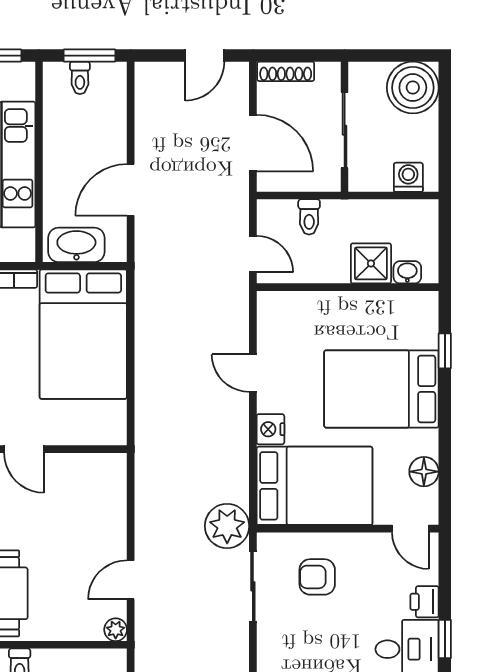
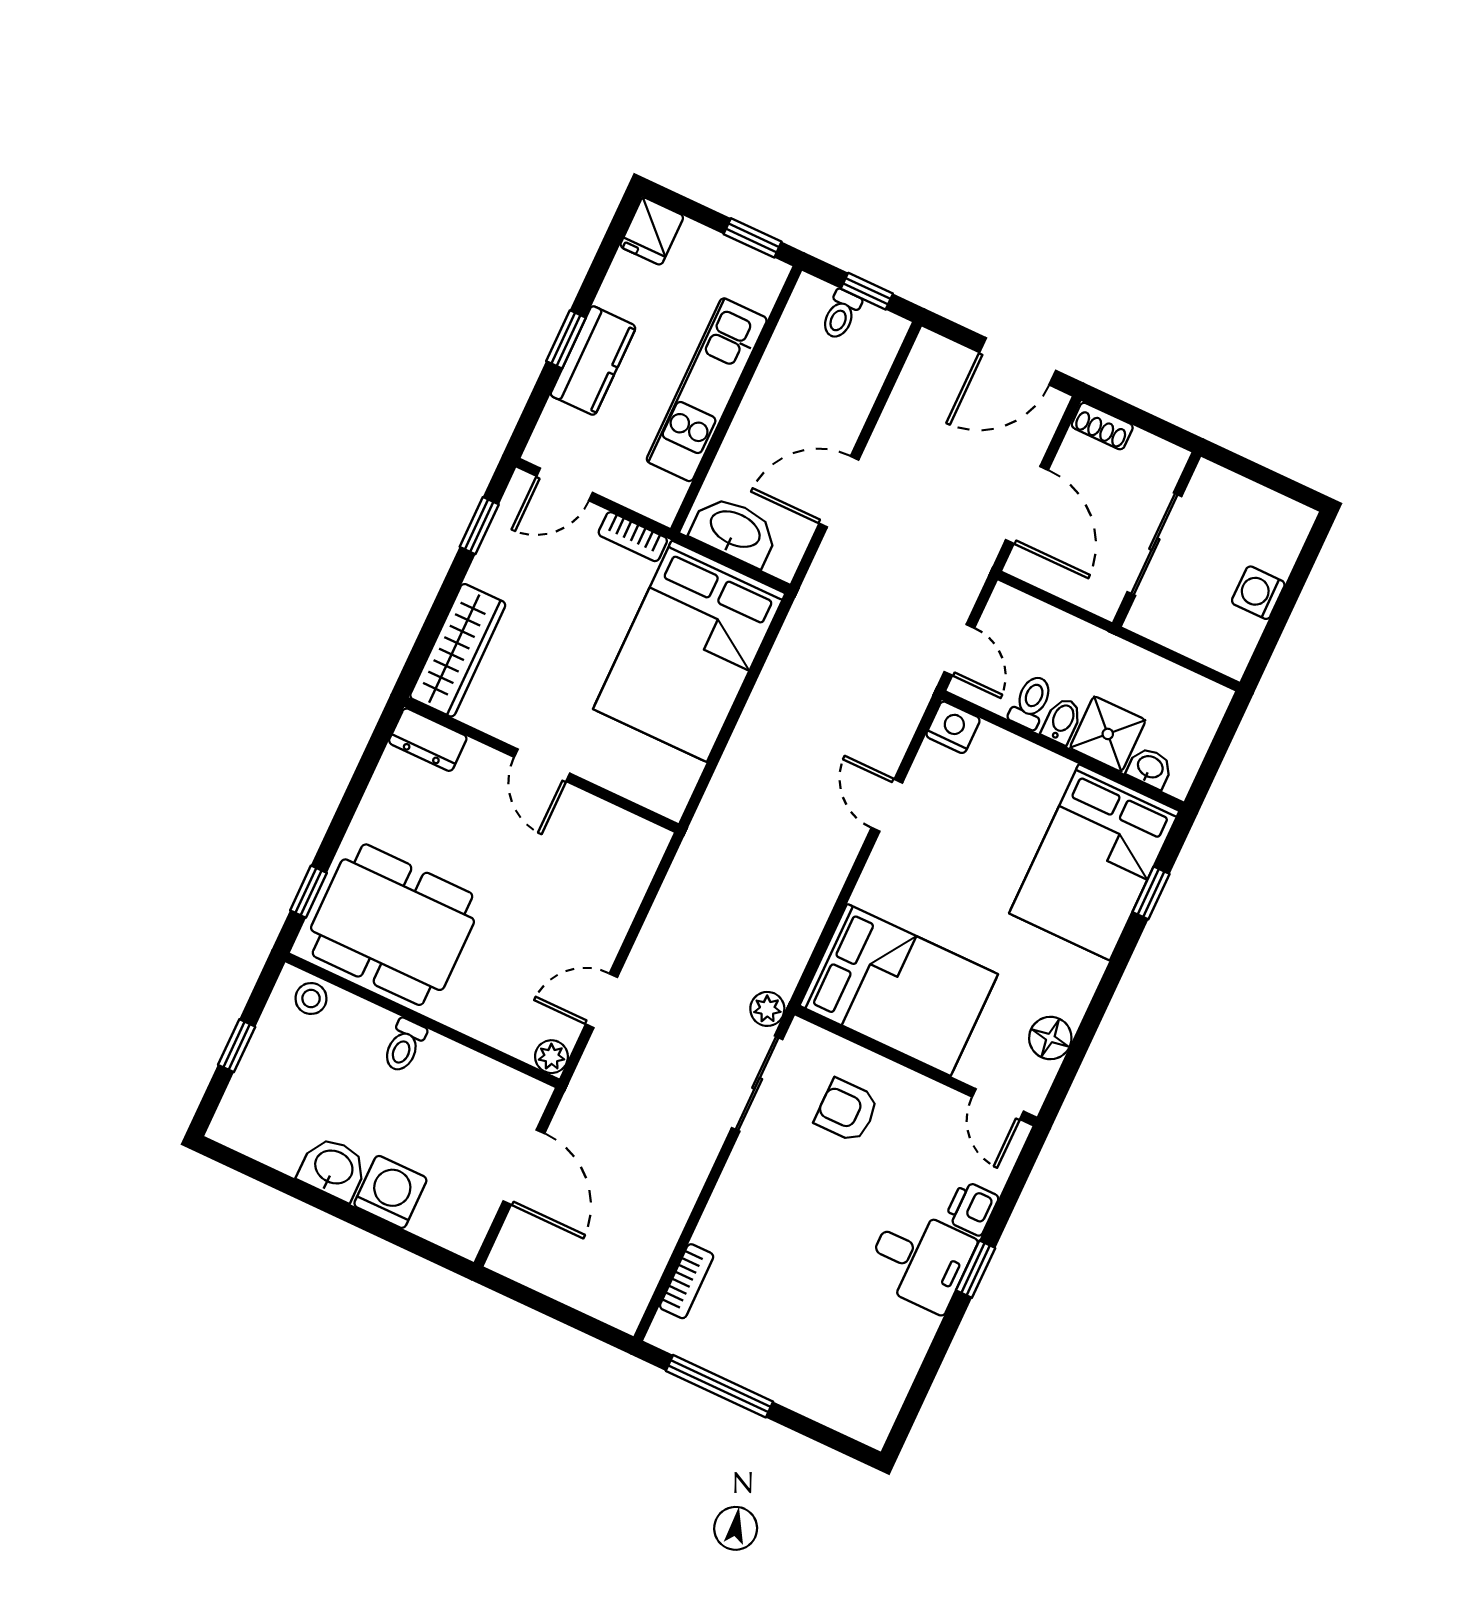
window: (89, 56) -> (867, 291), width x0.67
door: (205, 56) -> (1018, 361), width x1.38
shoe rack: (286, 71) -> (1102, 426), width x0.70
boiler: (413, 88) -> (1269, 530), removed
washing machine: (408, 177) -> (1258, 593), moved, turned -90
toilet: (309, 217) -> (1031, 702), moved, turned 180
bidet: (338, 269) -> (1062, 721), added
bed: (381, 389) -> (1094, 862), moved, turned -90
nightstand: (270, 429) -> (953, 727), moved, turned 90
plant: (227, 526) -> (767, 1009), width x0.53, depth x0.53

